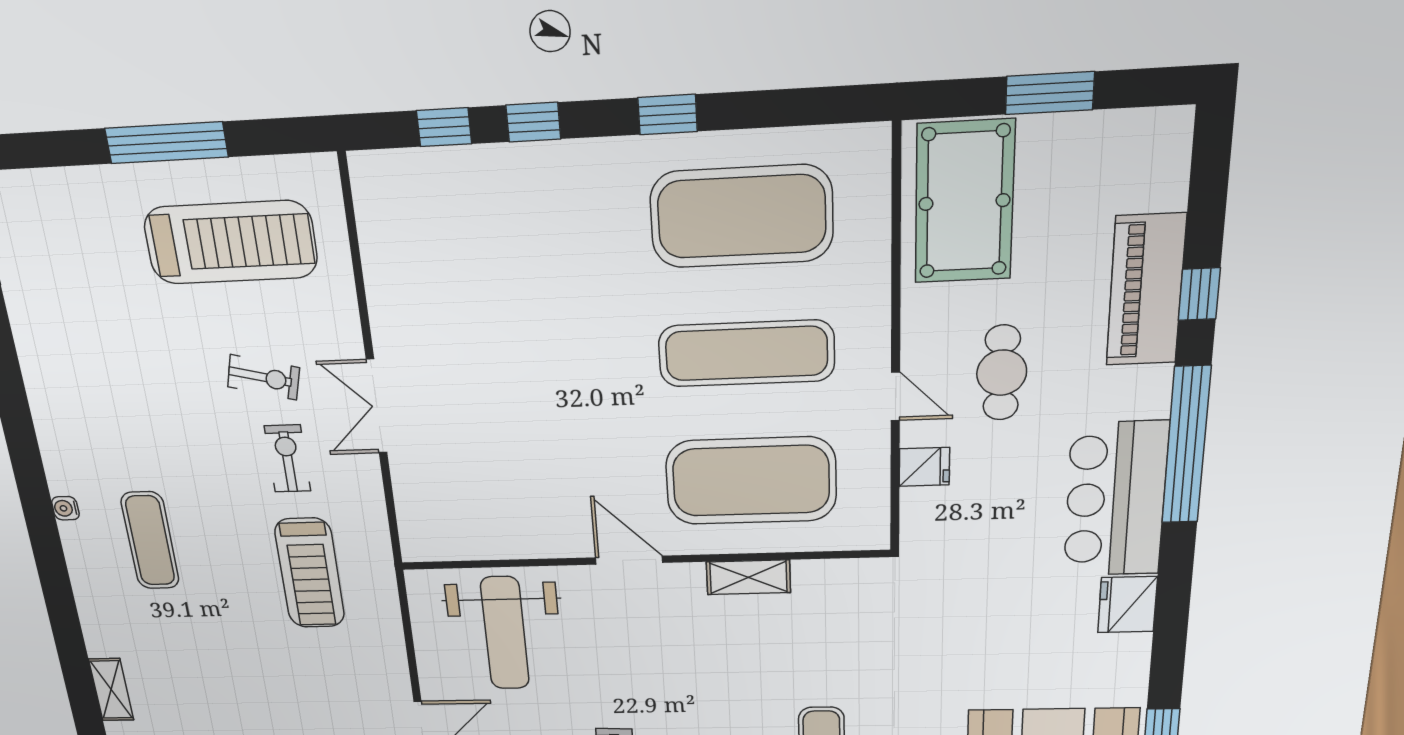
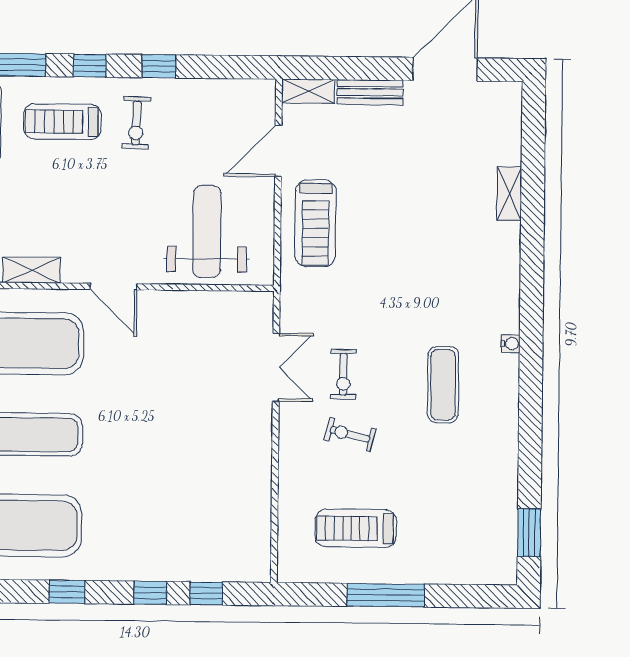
treadmill: (231, 242) -> (356, 528), width x0.73, depth x0.73
double door: (377, 406) -> (276, 367), moved
exercise mat: (150, 541) -> (443, 385), moved
treadmill: (310, 573) -> (315, 223), moved, turned 180

